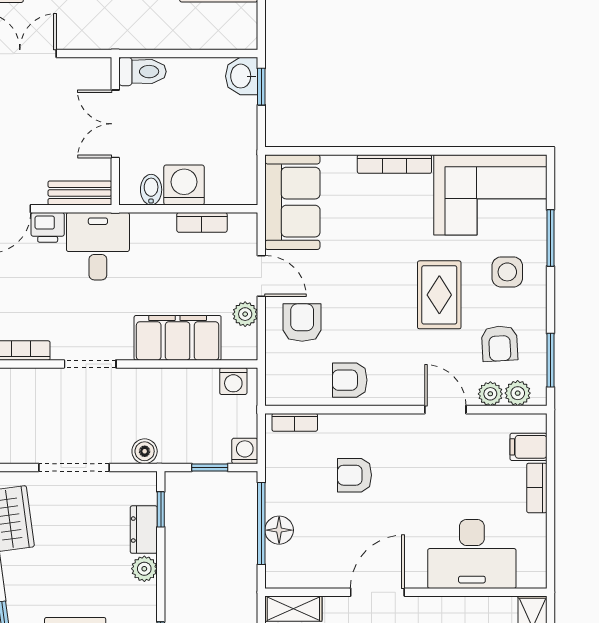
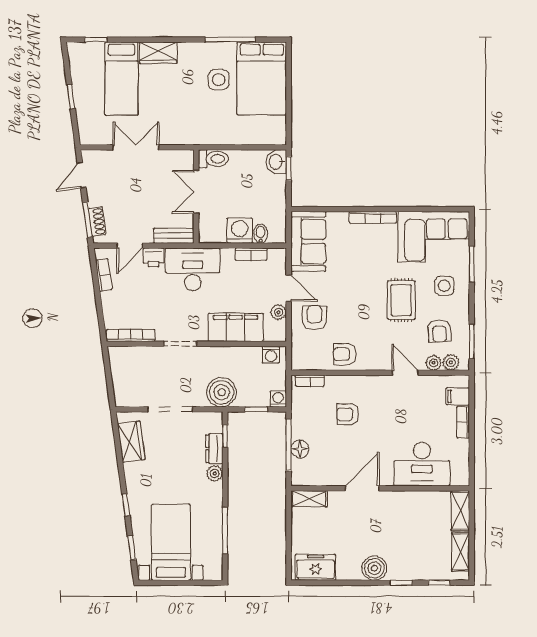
bidet: (151, 190) -> (261, 234), moved
desk: (98, 246) -> (193, 269), width x1.37
boiler: (145, 451) -> (222, 392), width x1.86, depth x1.86

